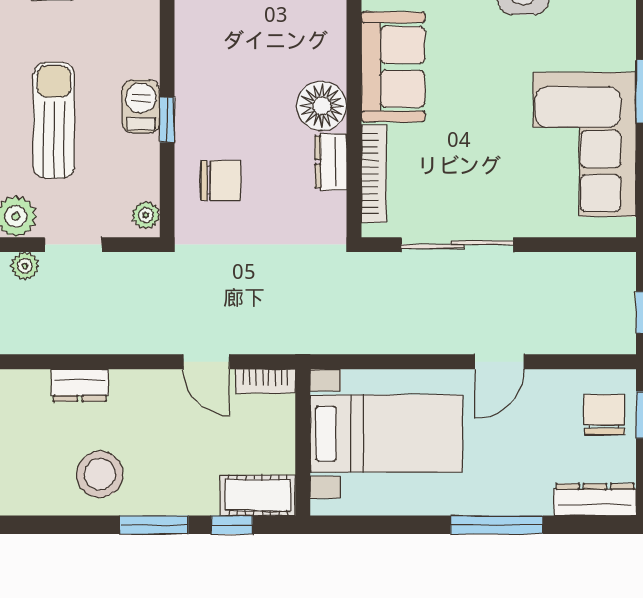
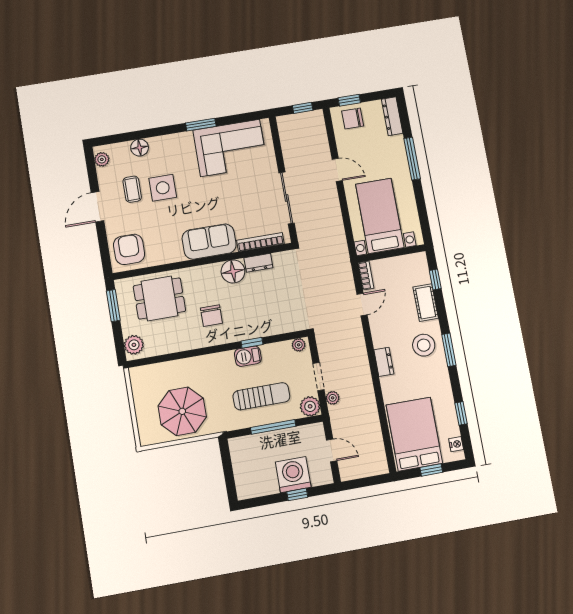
sun lounger: (54, 120) -> (261, 396), turned 180
chair: (221, 180) -> (211, 316), moved, turned 180
cot: (258, 495) -> (426, 303), moved
window: (154, 525) -> (449, 350), moved

